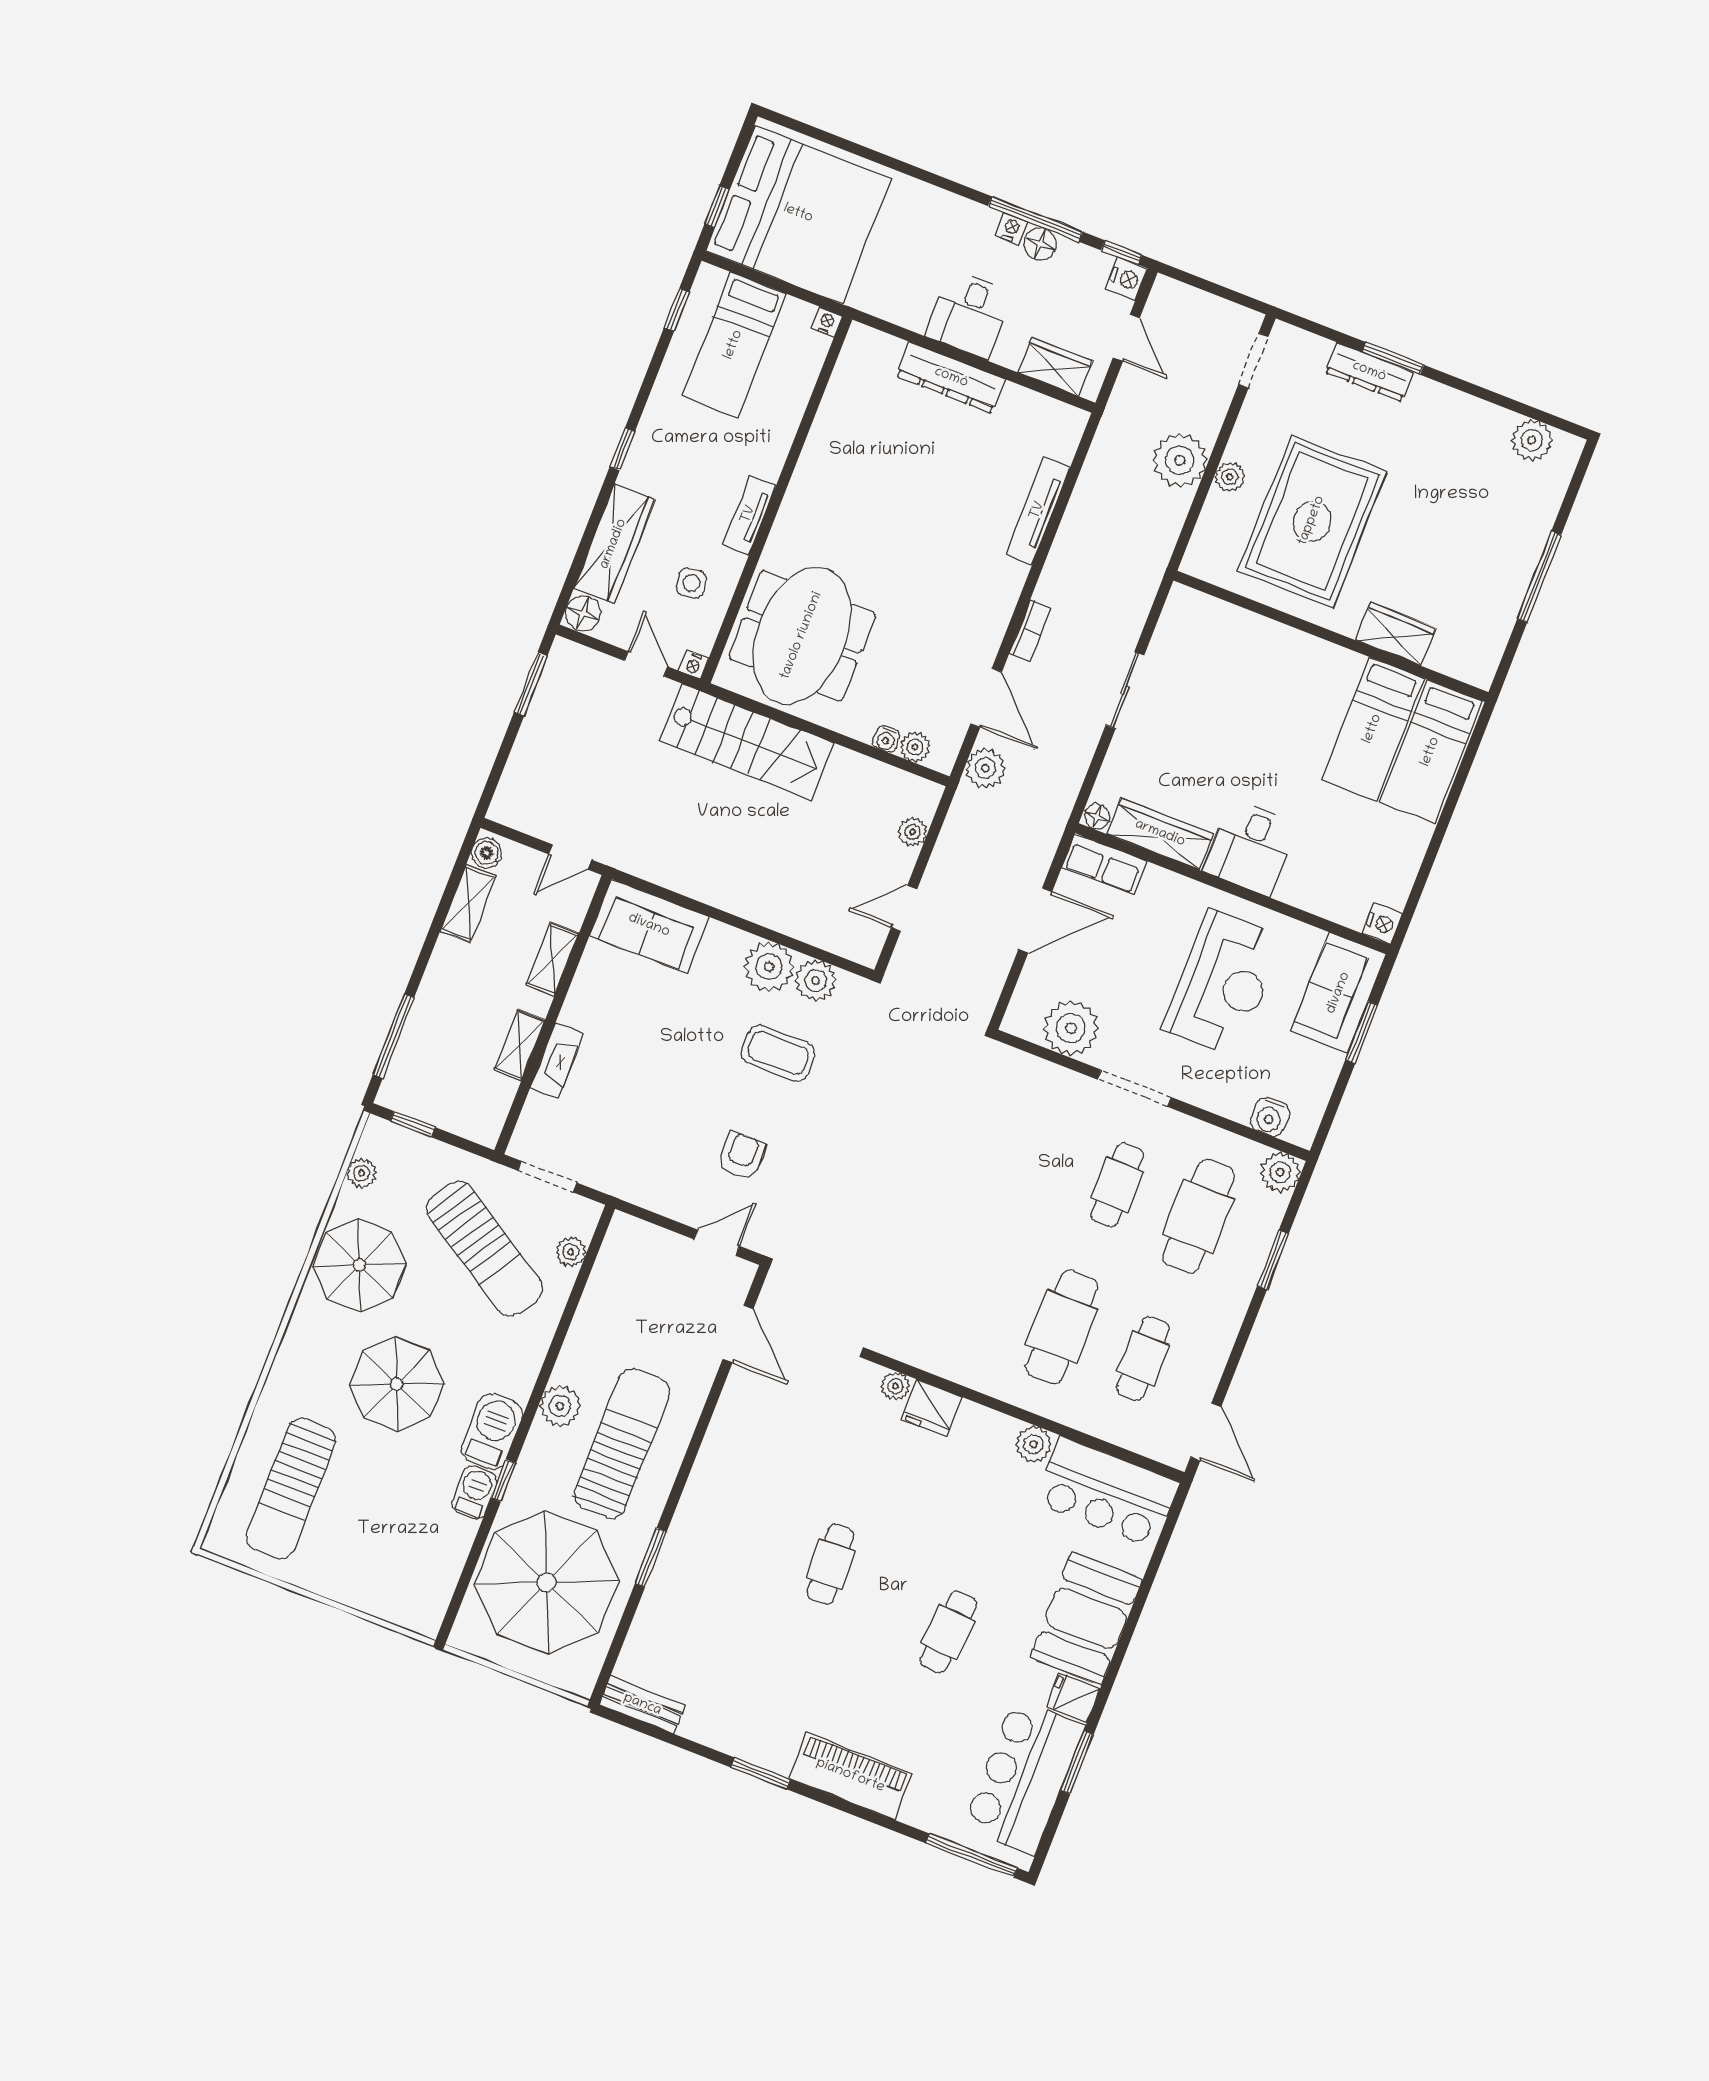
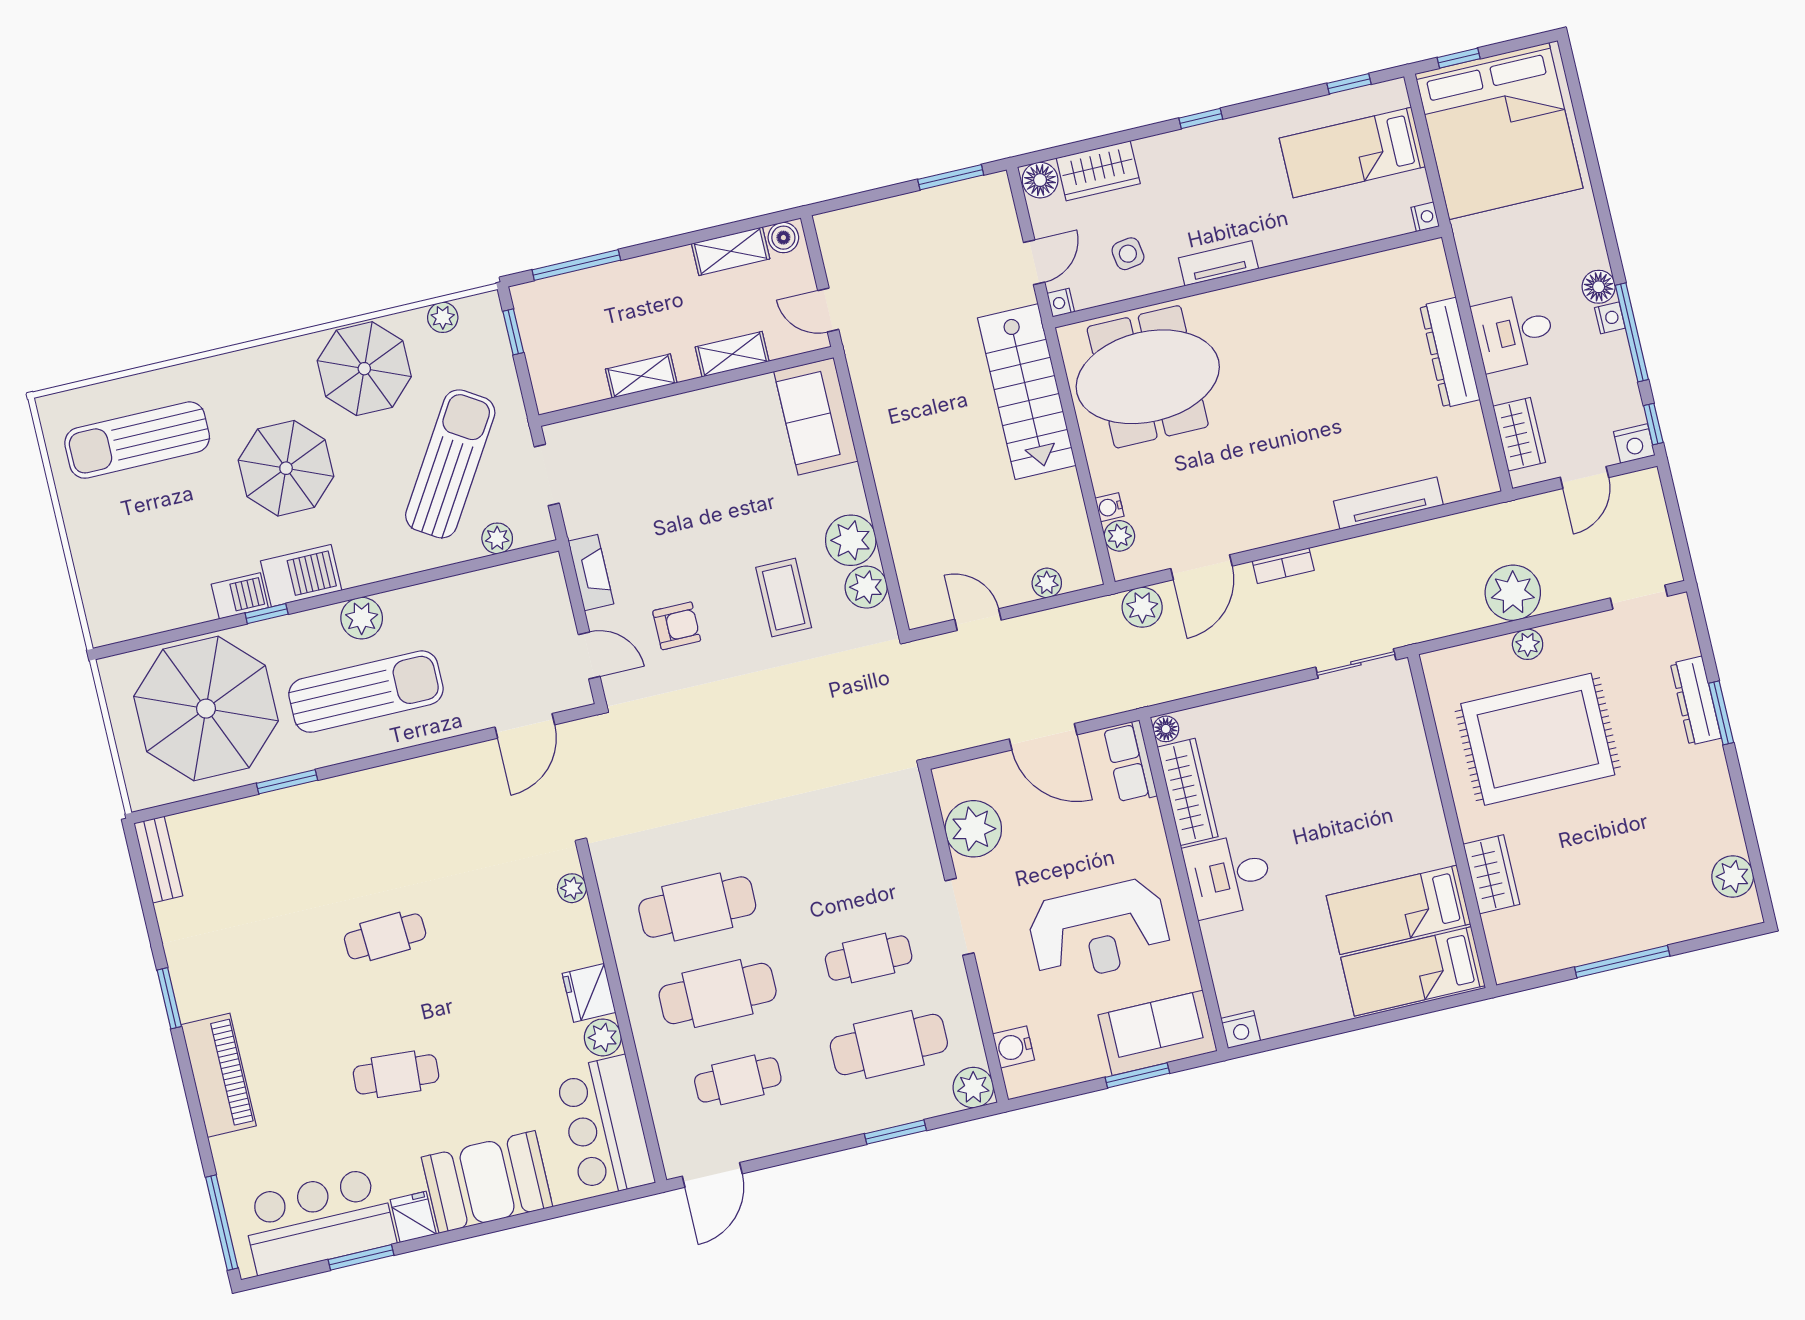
floor lamp: (1040, 244) -> (1599, 287), moved
wardrobe: (614, 544) -> (1098, 171), width x0.67
sliding door: (1125, 690) -> (1356, 663), moved
fireplace: (557, 1061) -> (591, 573), moved, turned -90
sun lounger: (484, 1249) -> (450, 464), turned 180
cafe table: (981, 1295) -> (697, 907), added
fridge: (932, 1408) -> (589, 993), moved

